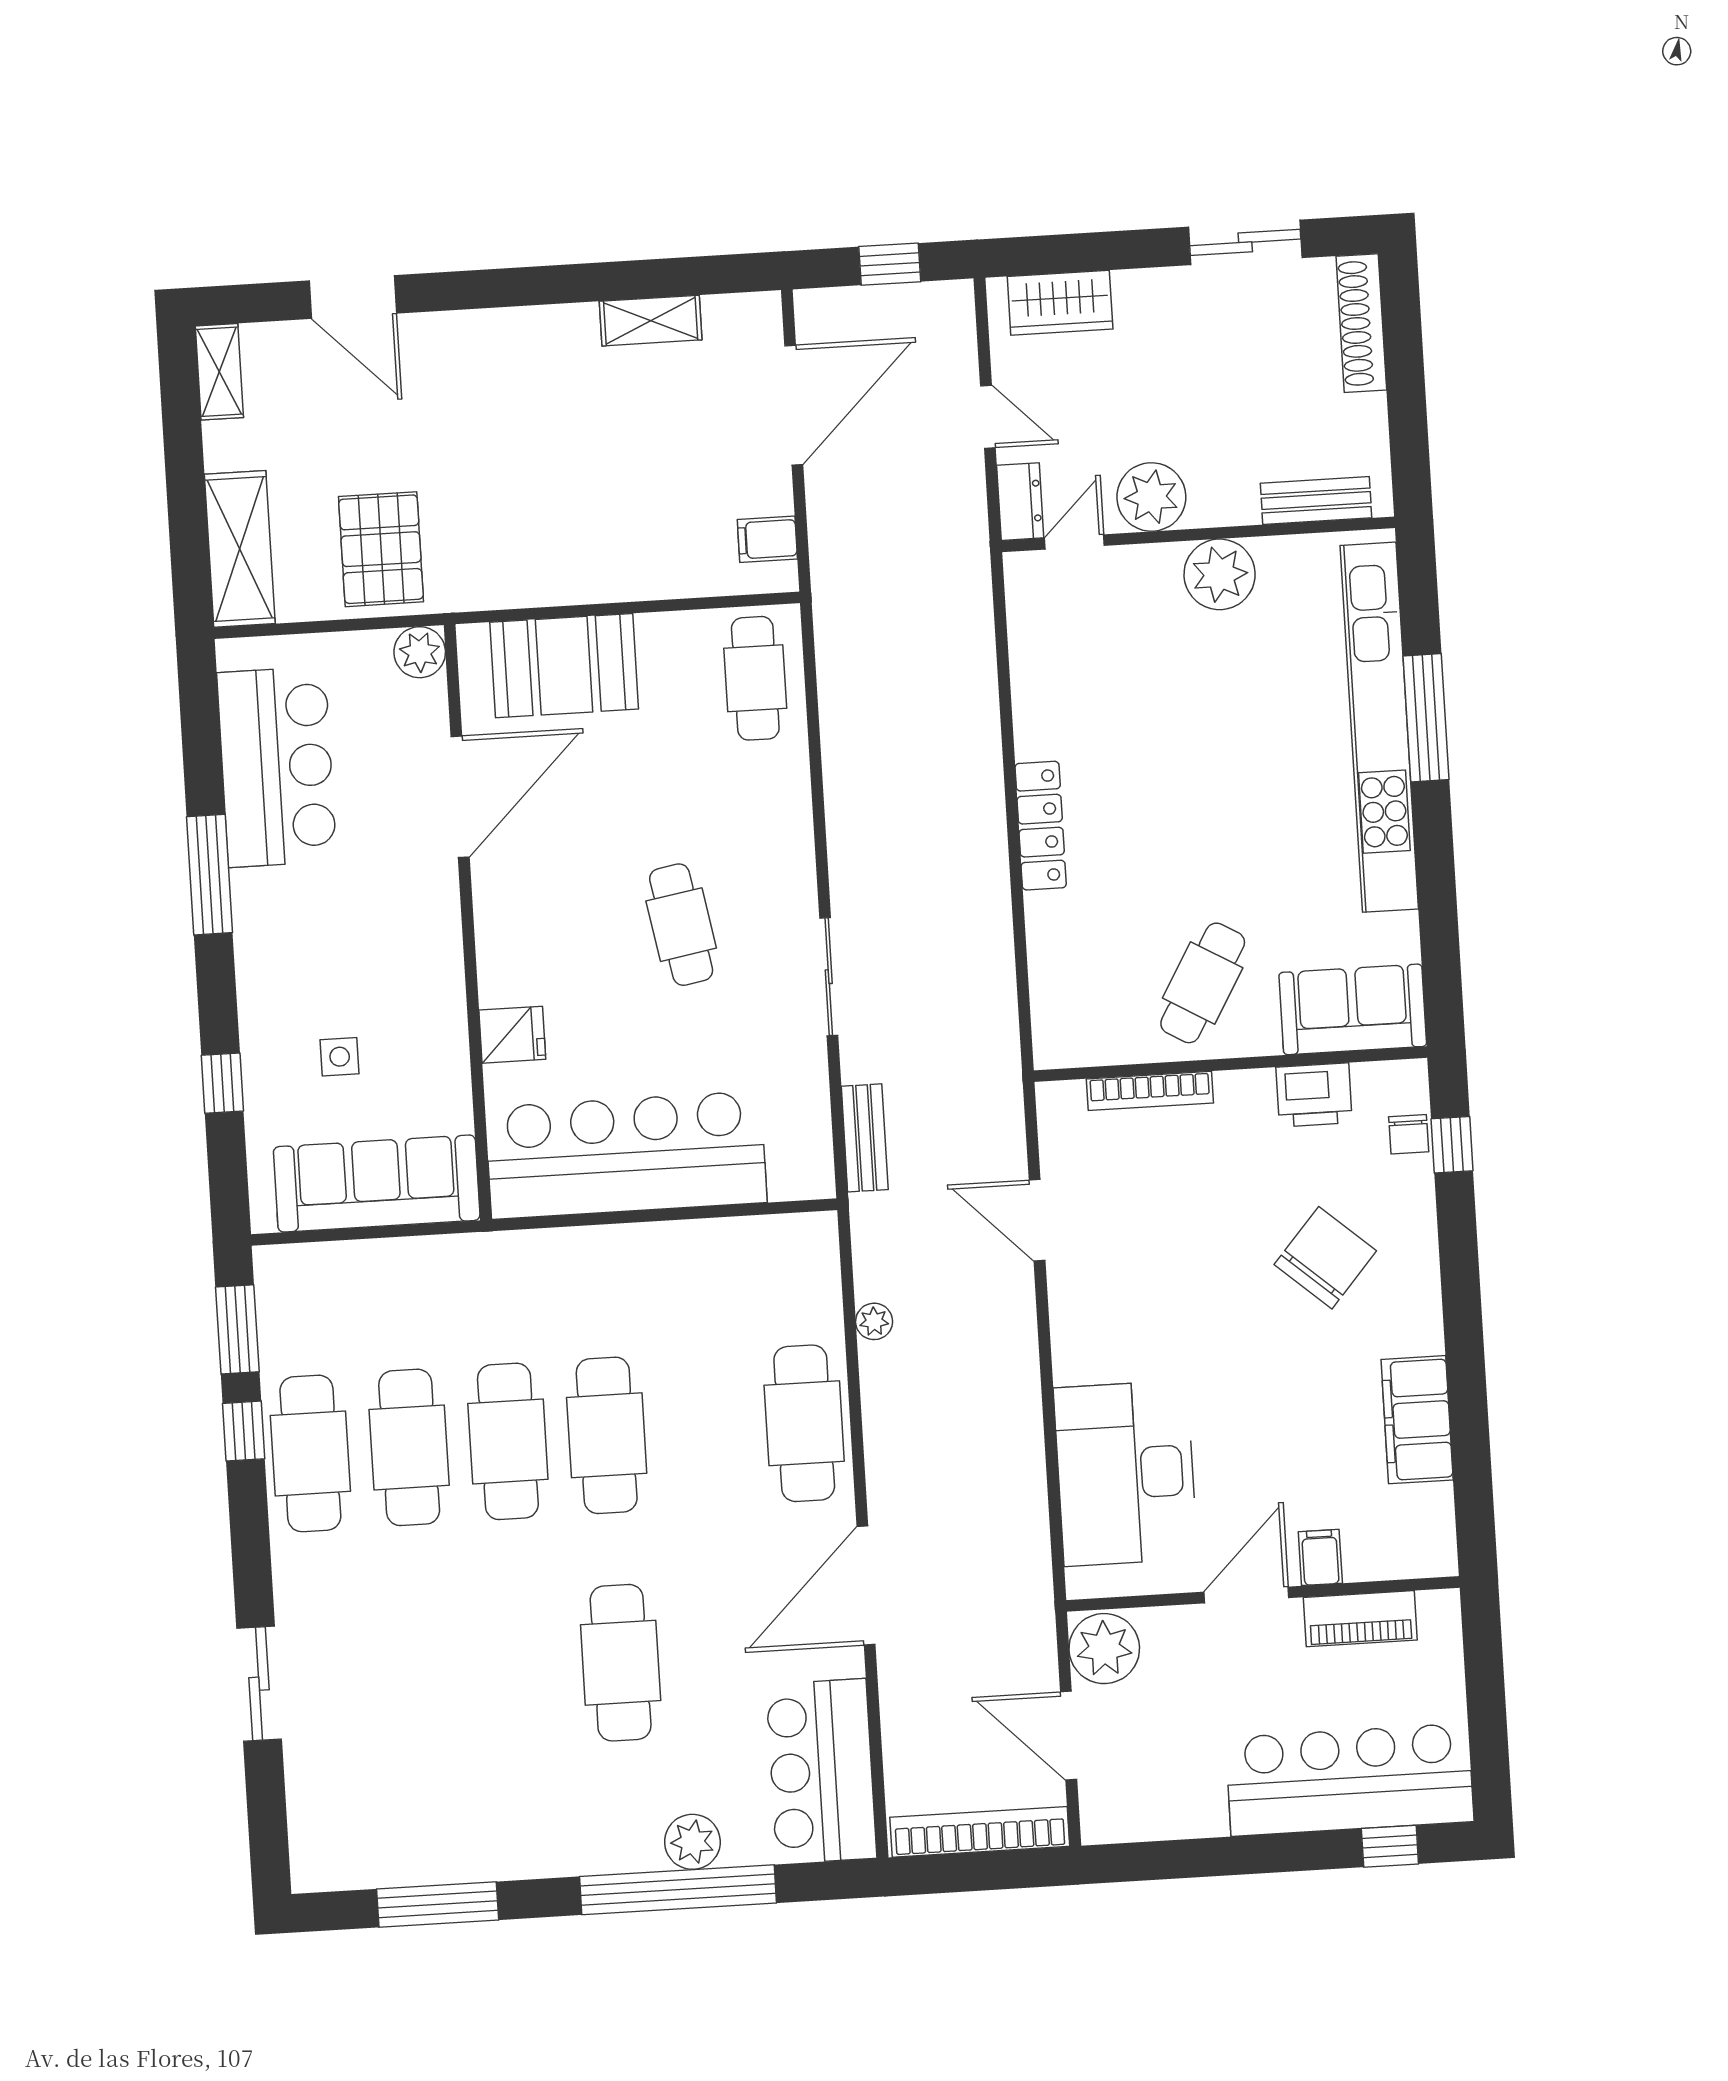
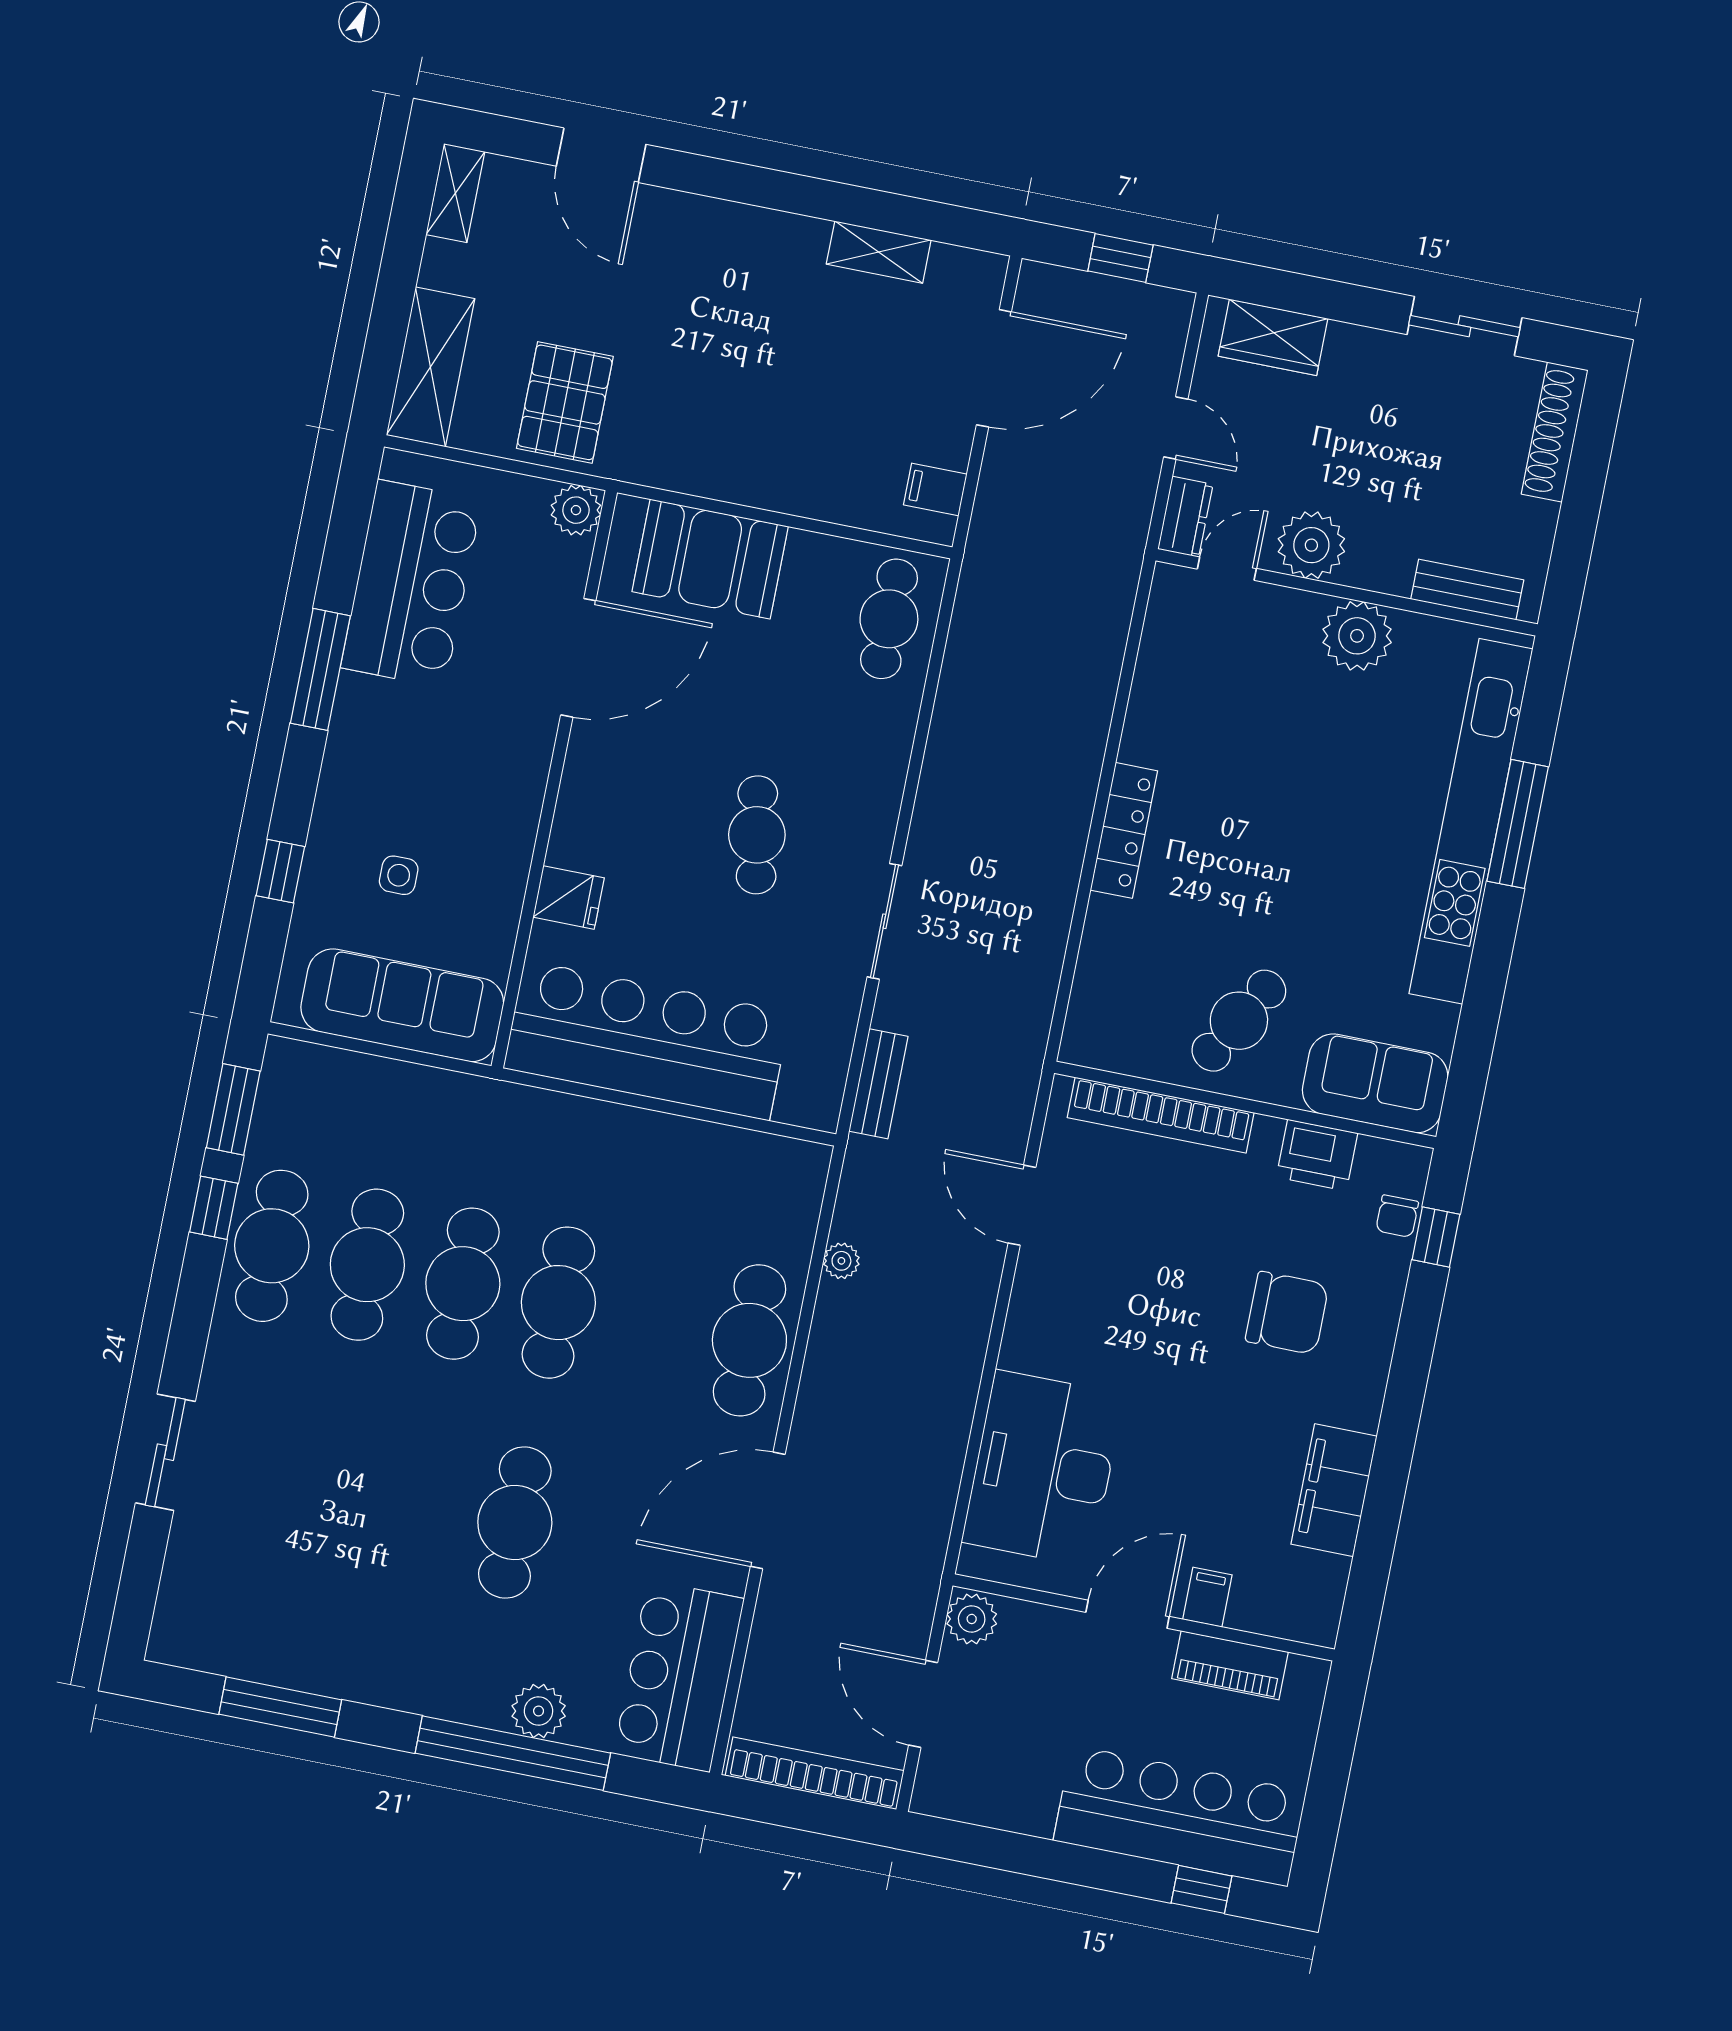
bookcase: (1150, 1091) -> (1161, 1115), width x1.48, depth x1.31
chair: (1325, 1258) -> (1287, 1313), turned 49
plant: (1104, 1649) -> (972, 1619), width x0.73, depth x0.73

